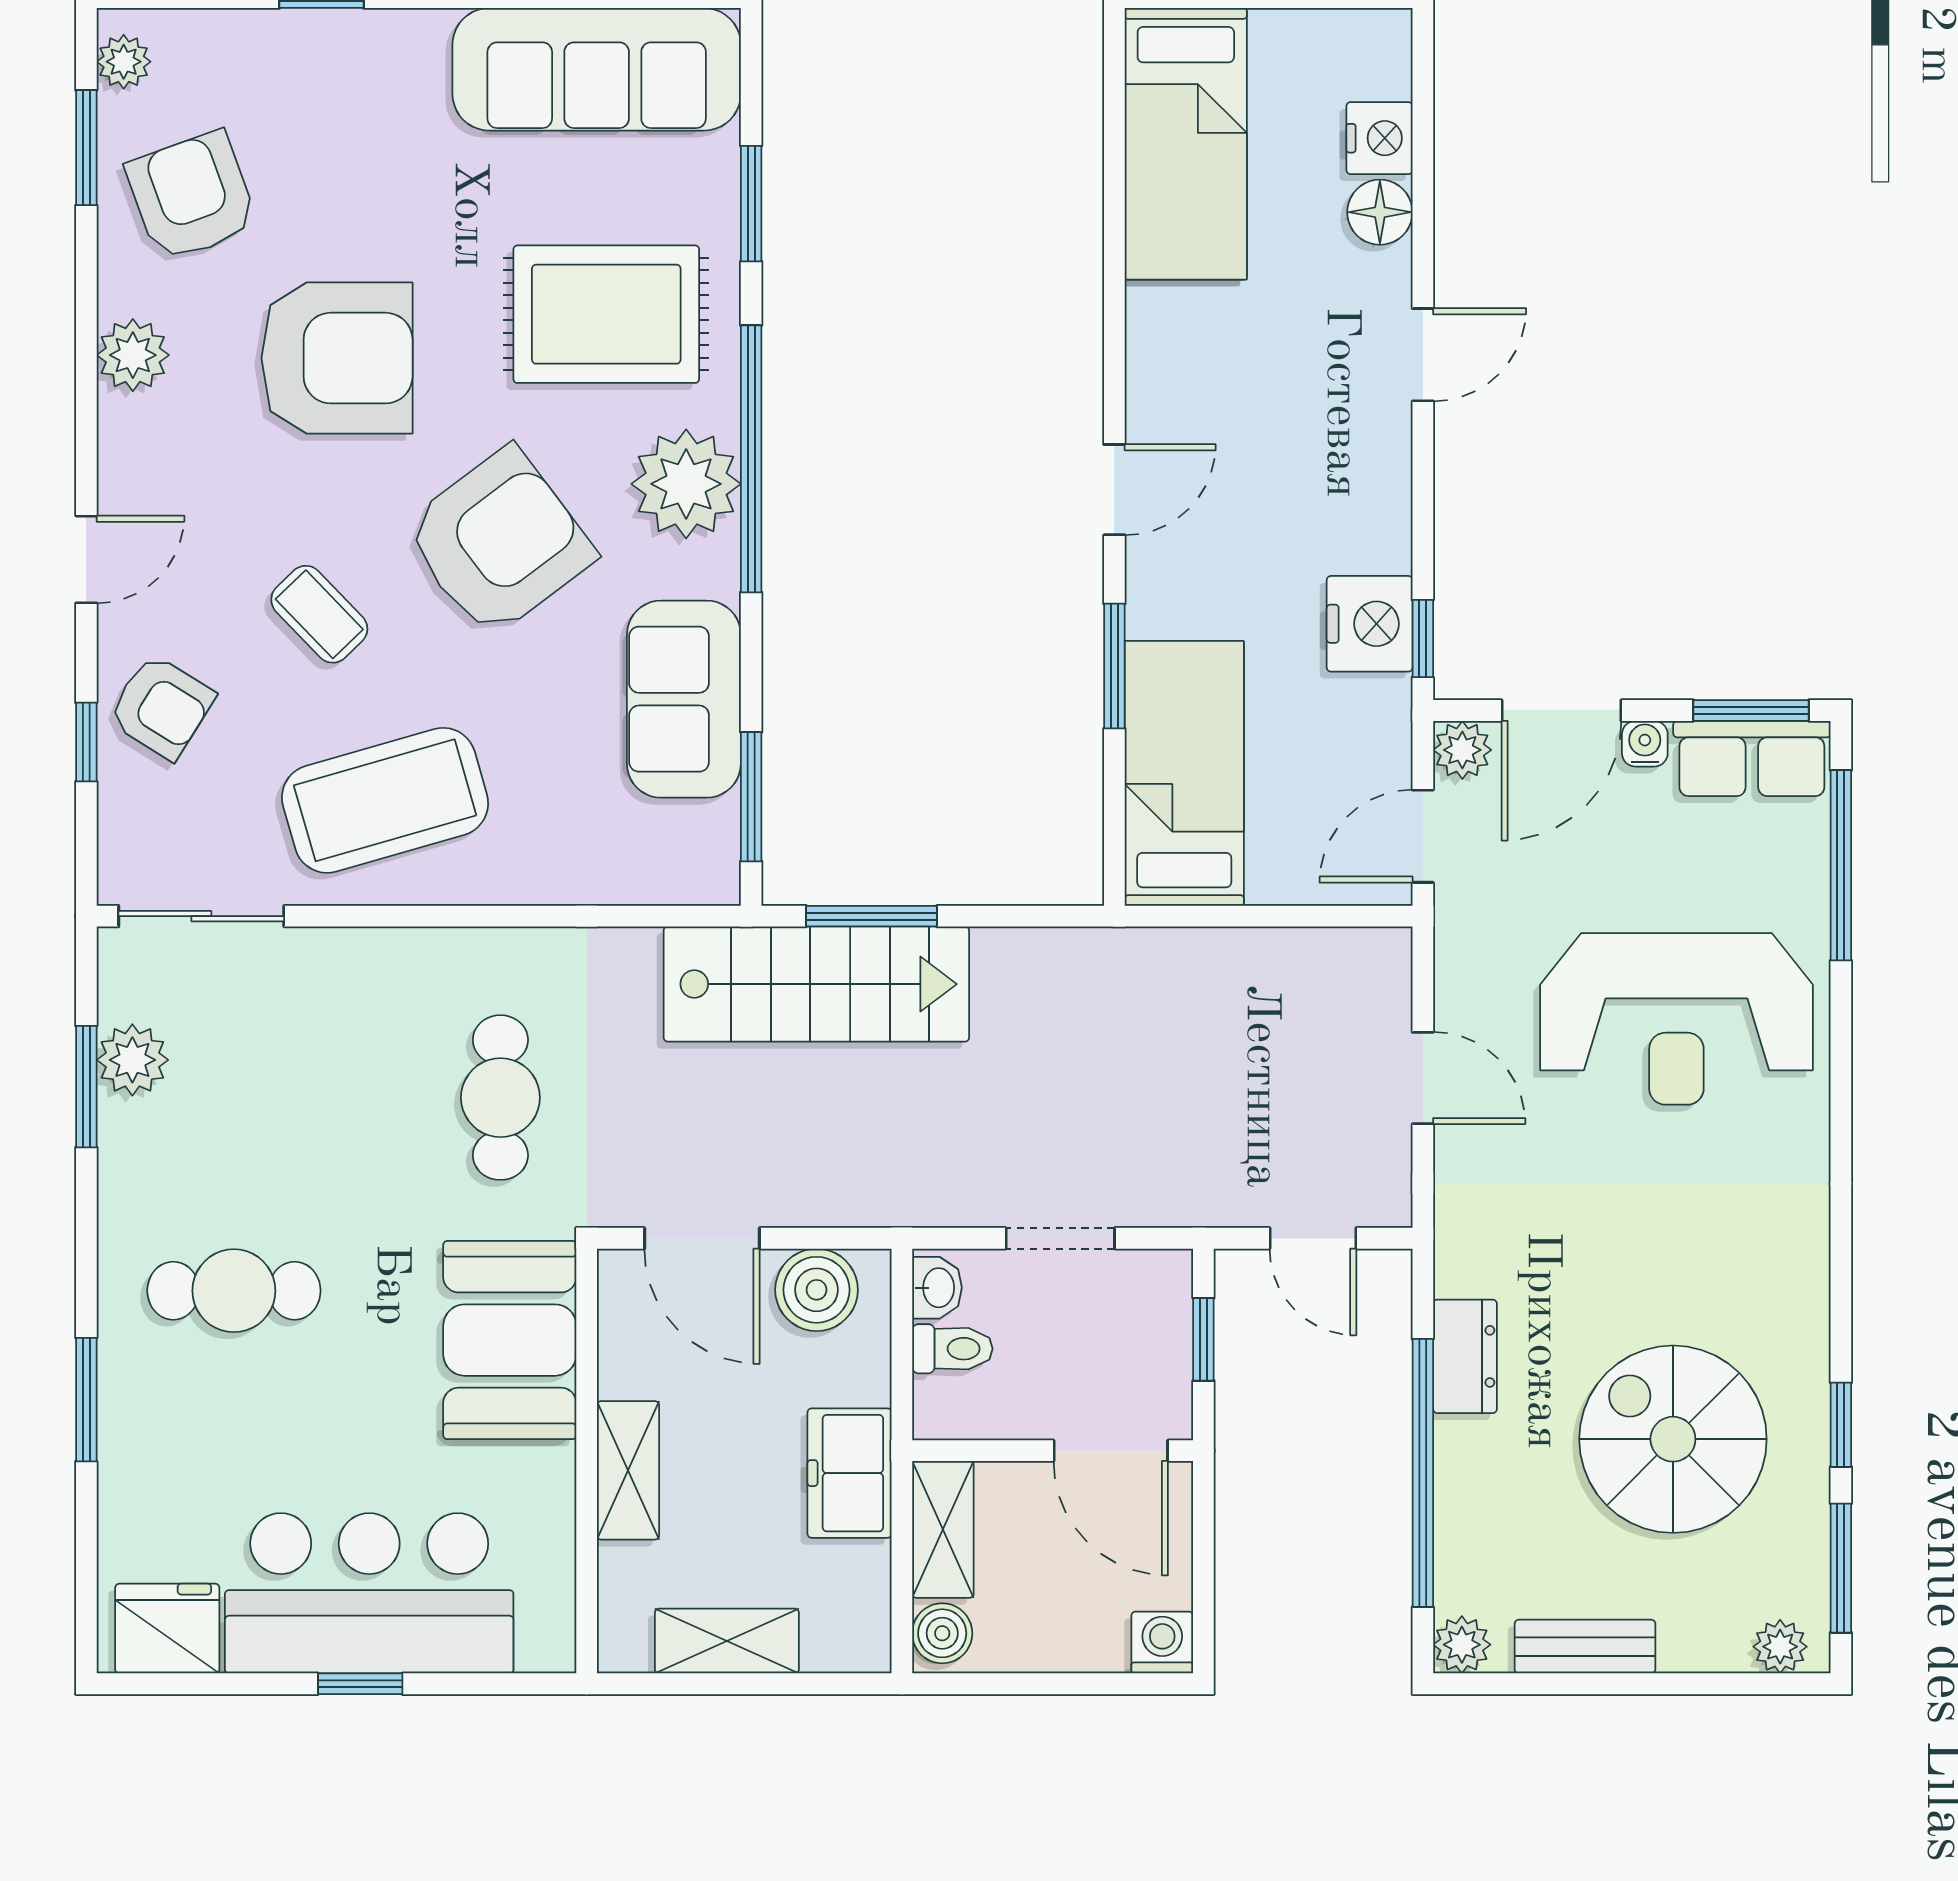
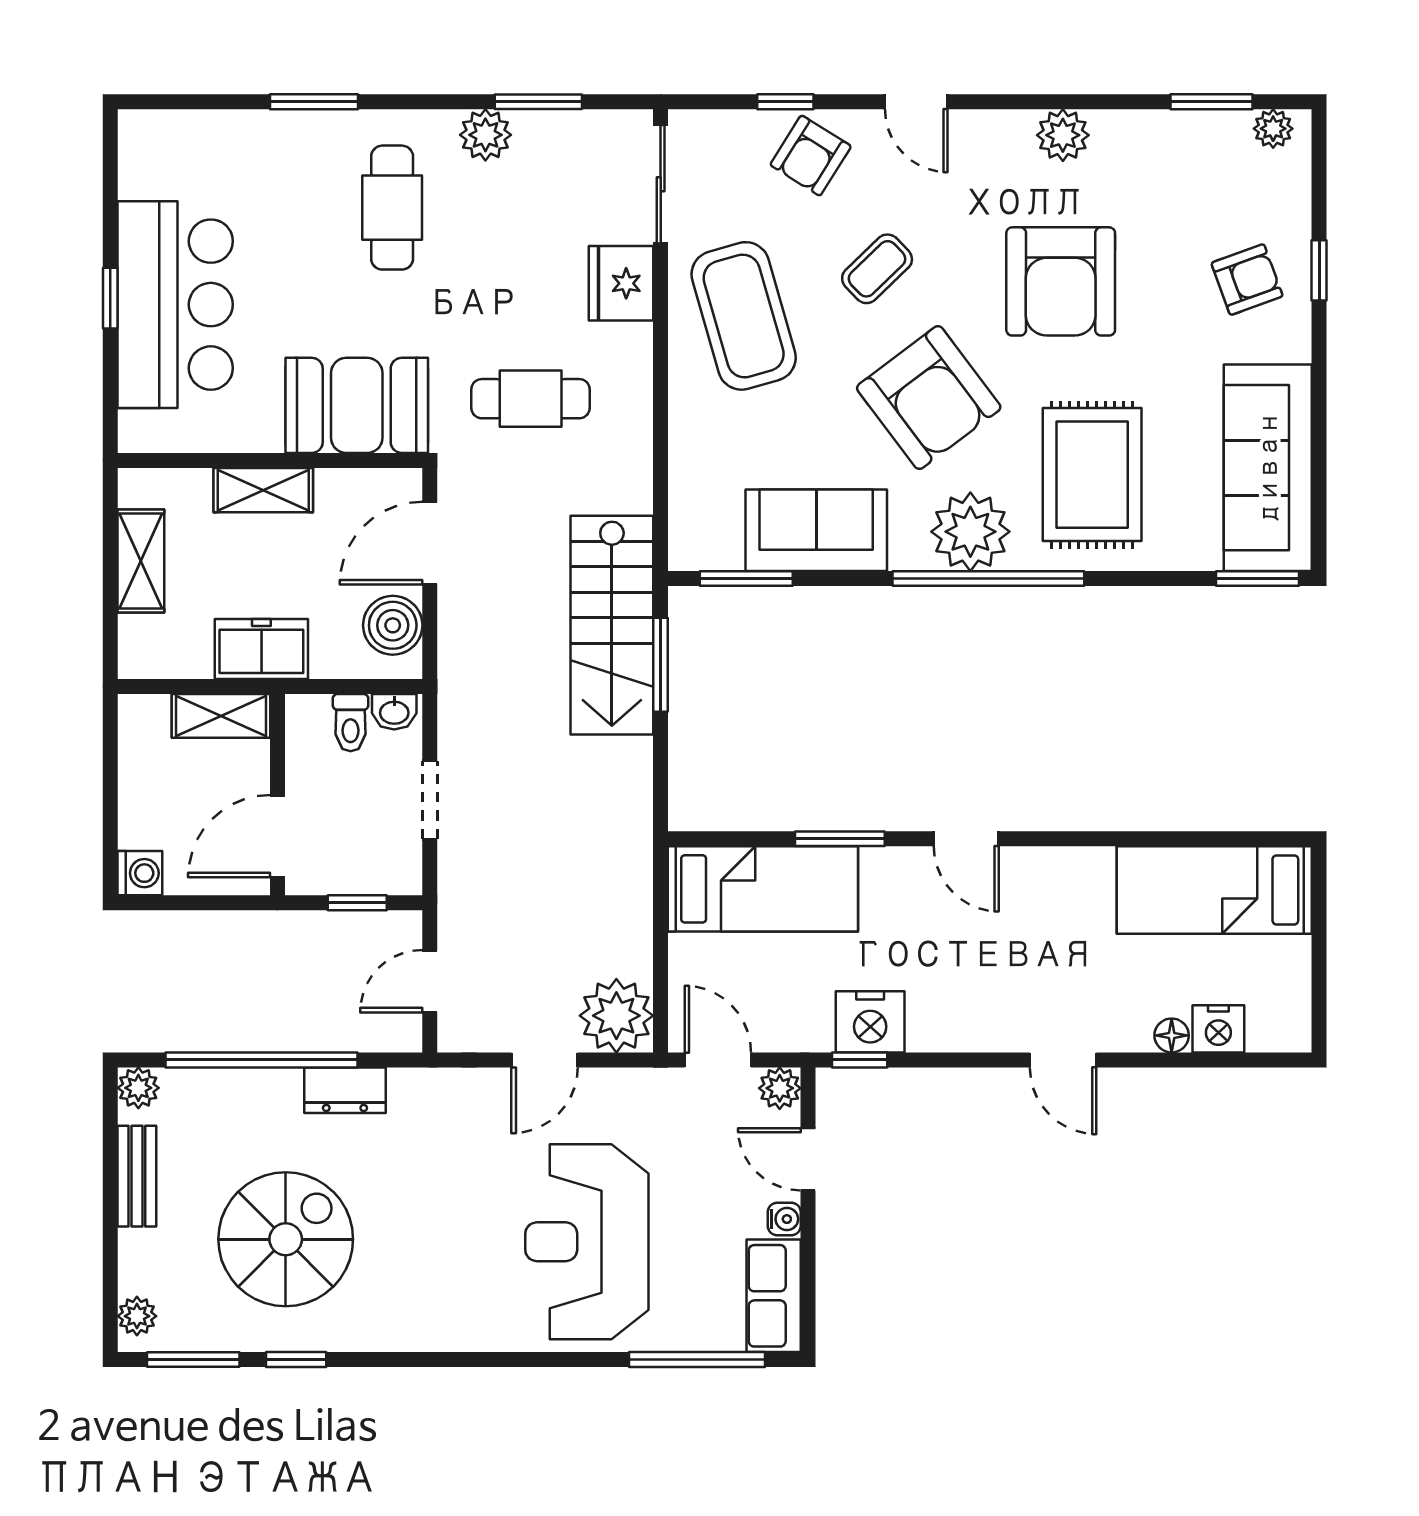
armchair: (192, 196) -> (1247, 280), moved, width x0.72, depth x0.72
window: (751, 204) -> (1258, 578), moved
floor lamp: (1380, 212) -> (1172, 1035), width x0.73, depth x0.73
door: (1561, 710) -> (808, 1159), width x0.73
window: (1751, 710) -> (808, 1295), removed
plant: (1361, 978) -> (616, 1016), added
plant: (132, 1060) -> (485, 135), moved
fridge: (167, 1629) -> (621, 283), moved, turned 180
boiler: (942, 1633) -> (147, 715), removed

